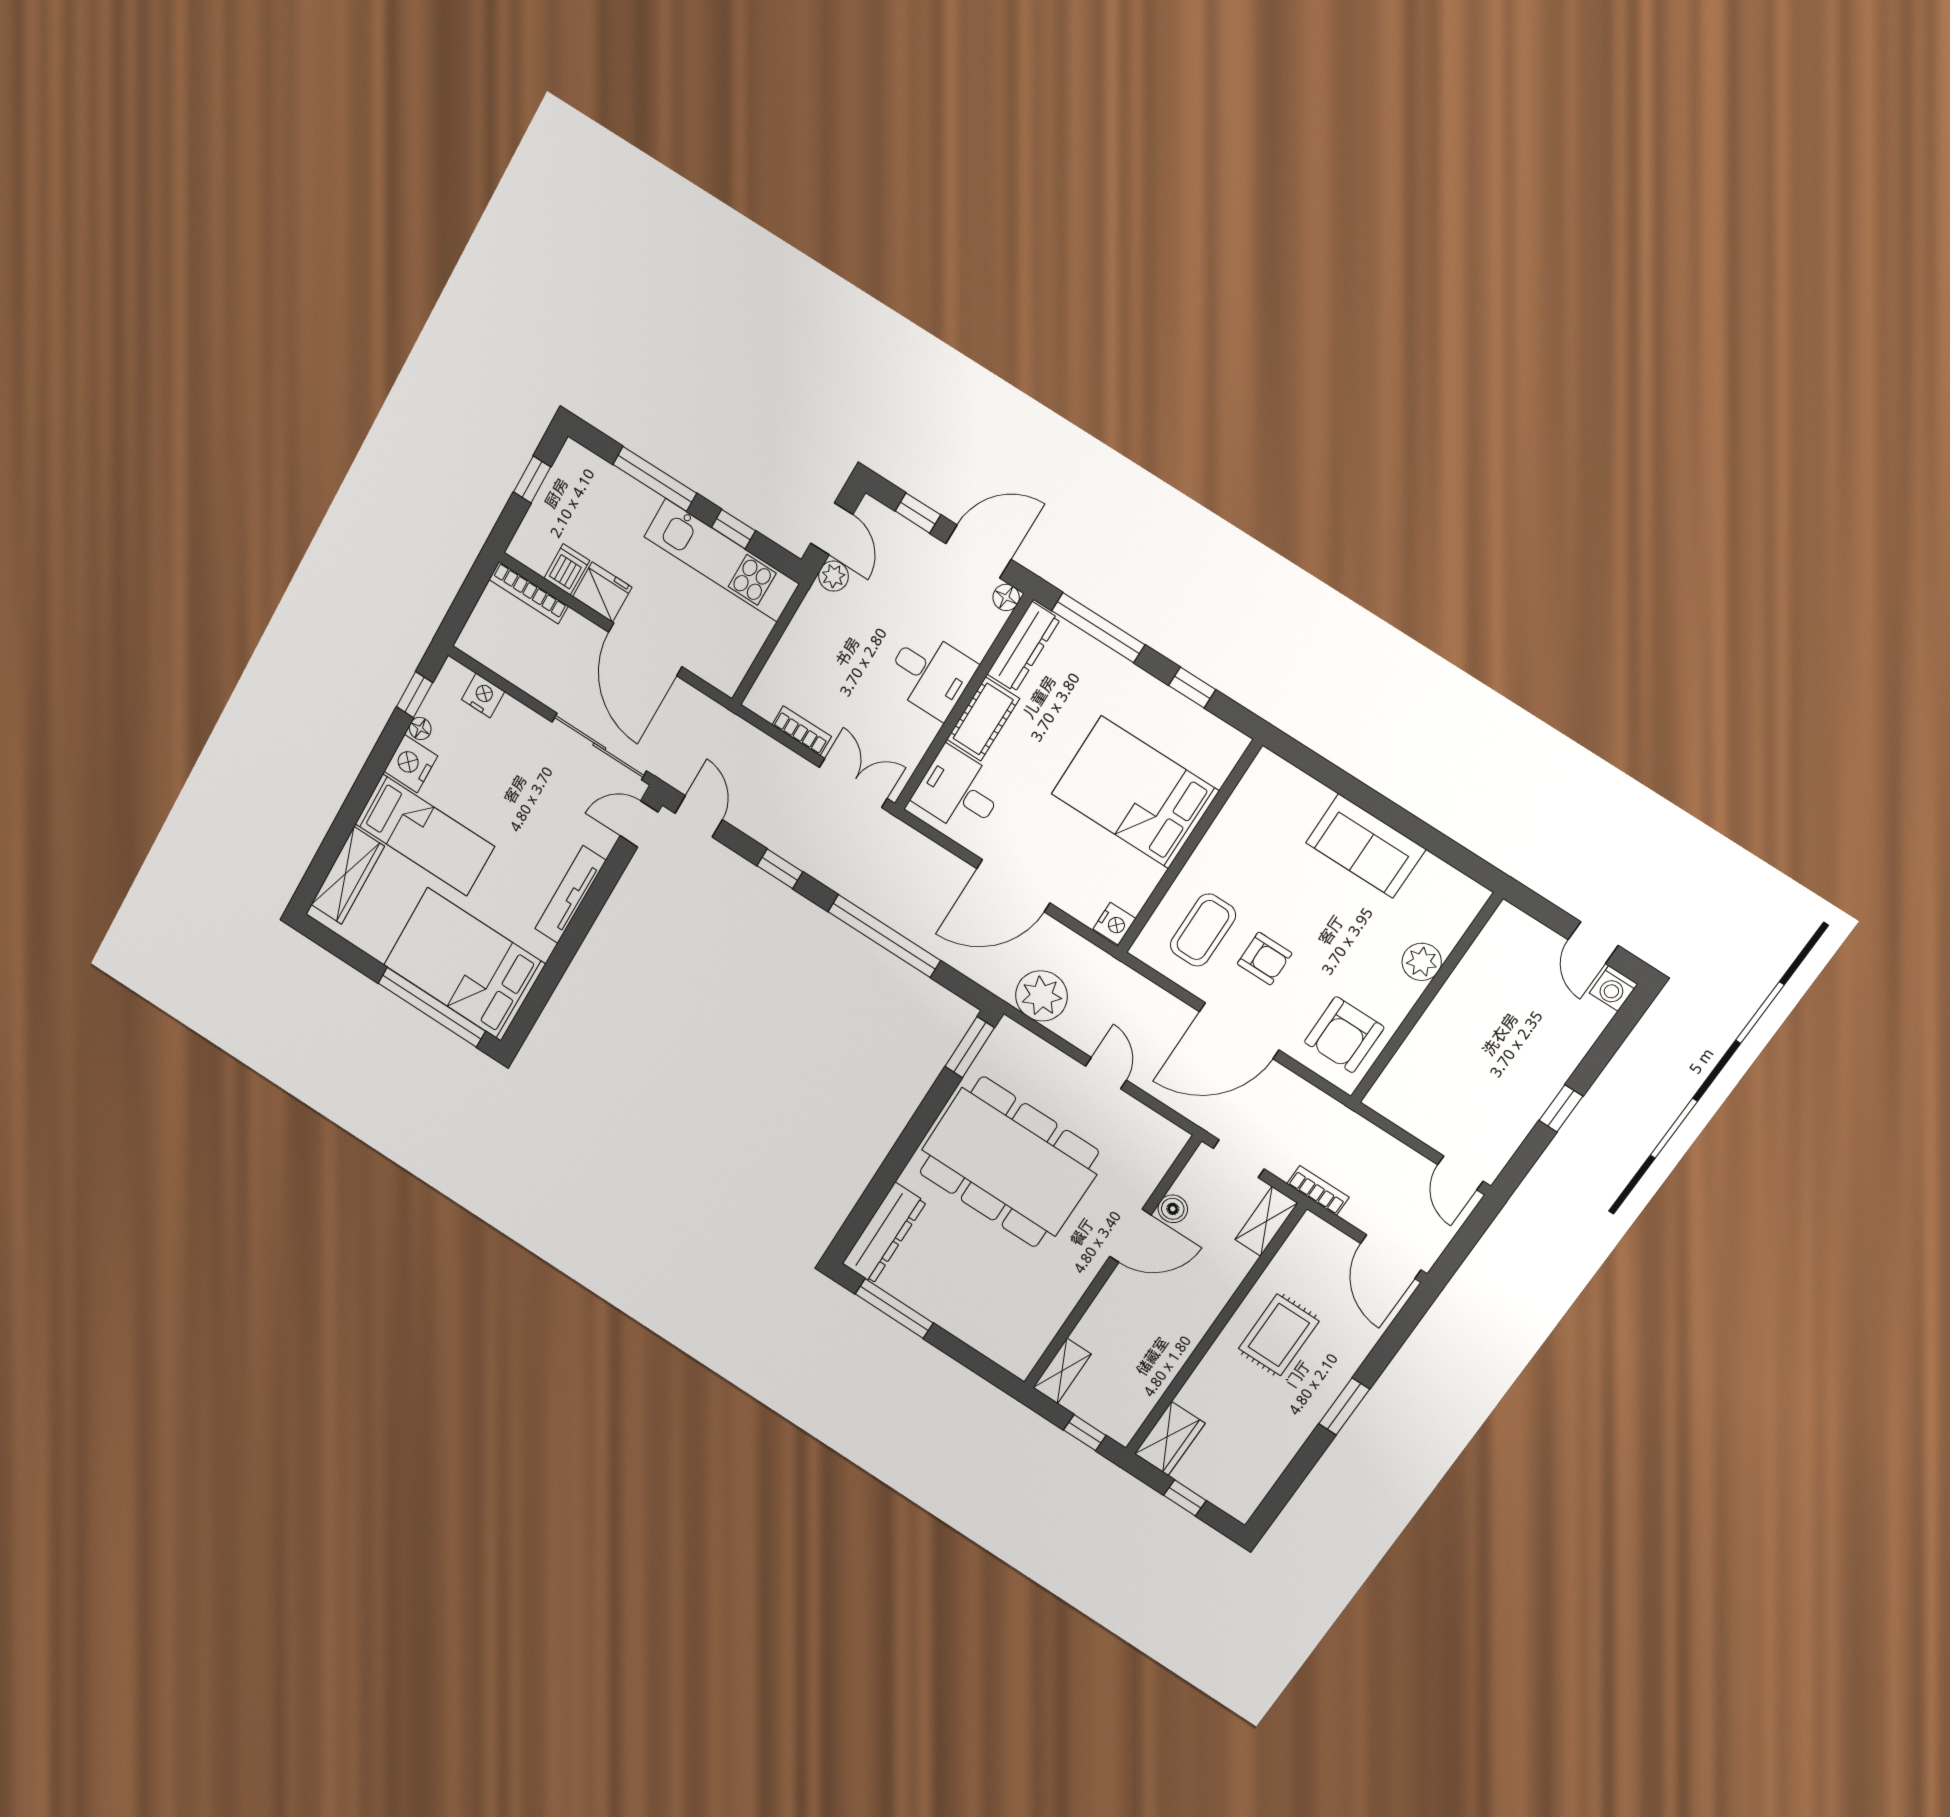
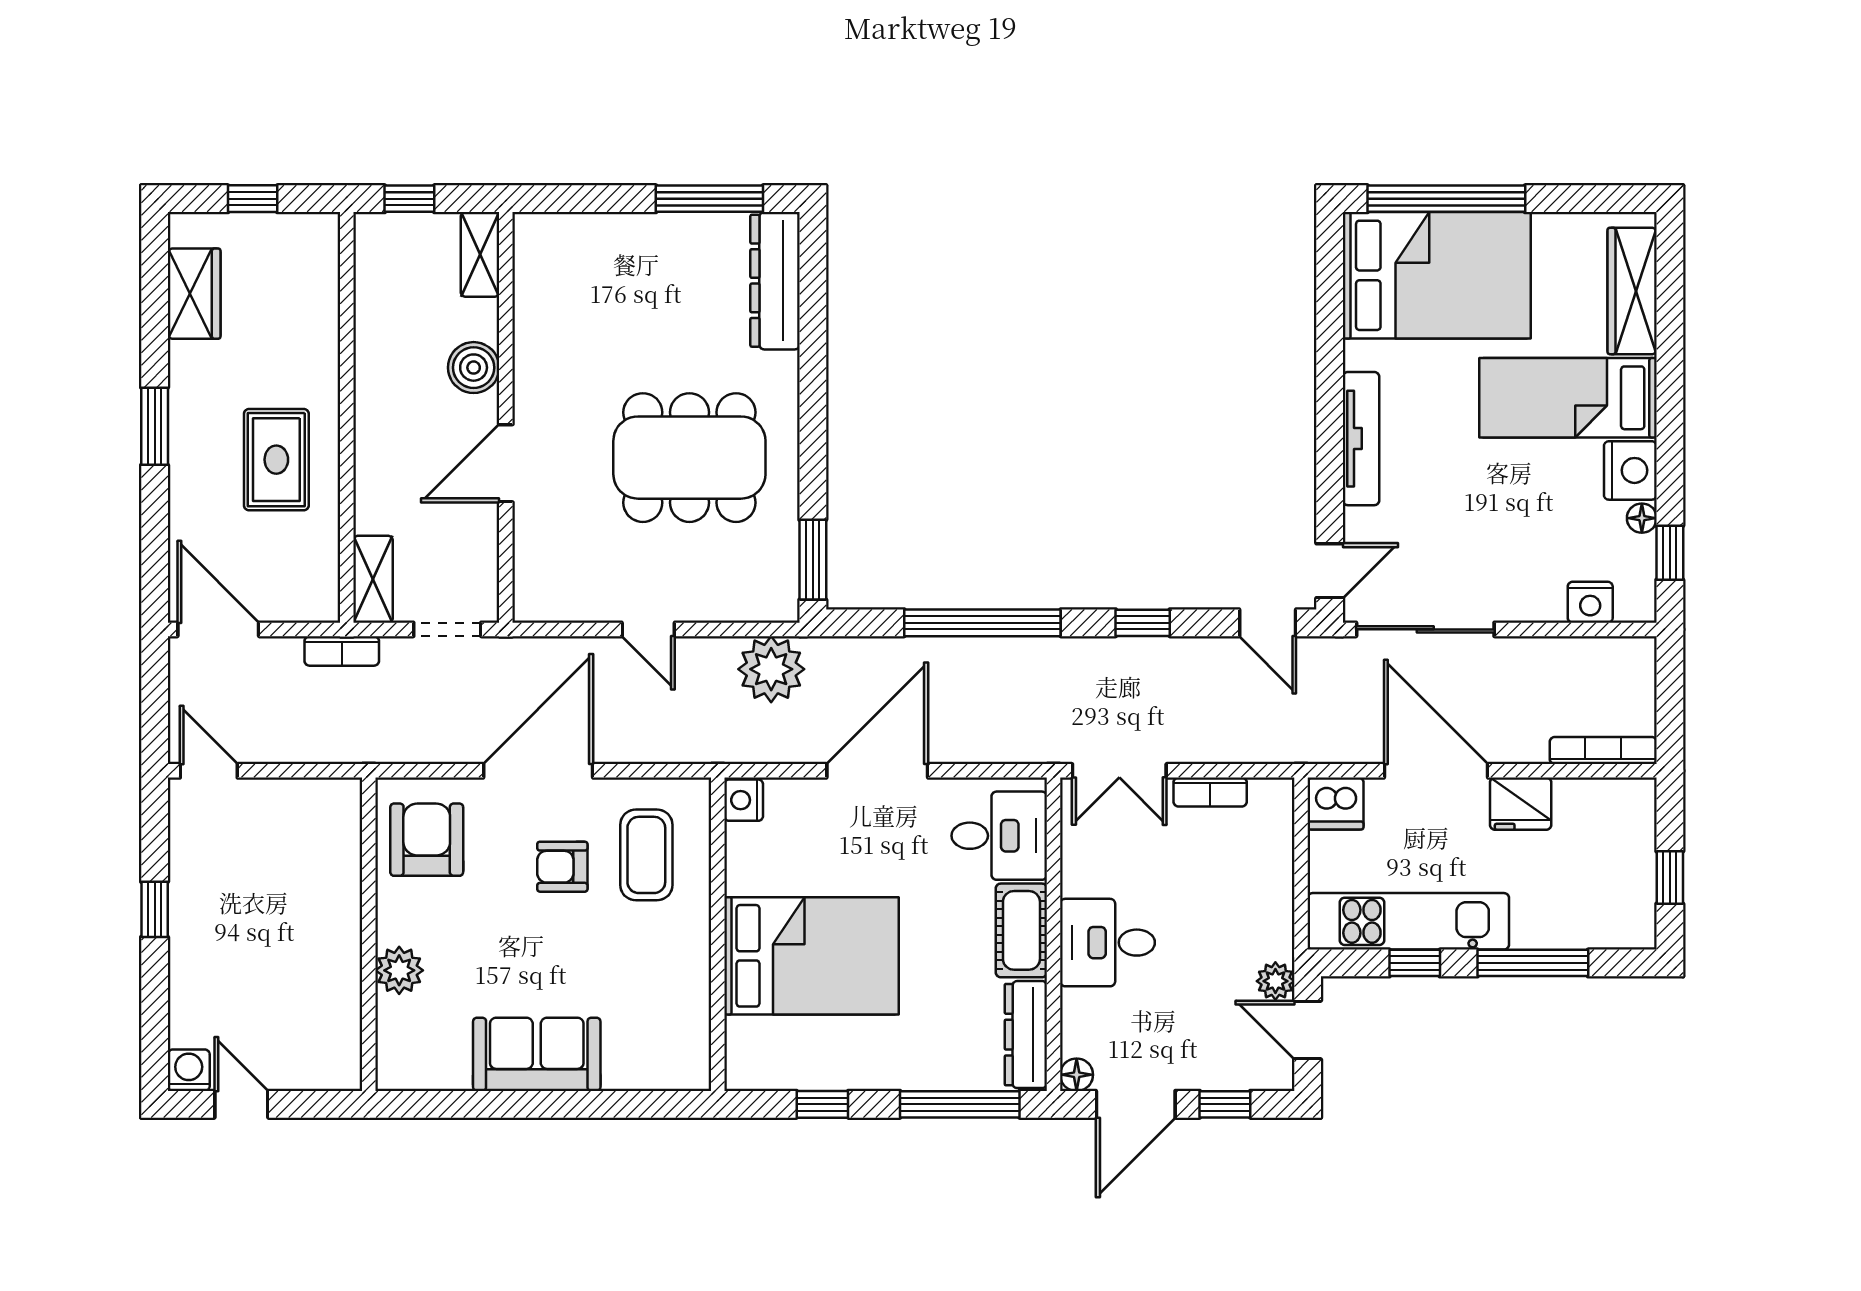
dishwasher: (567, 569) -> (1335, 804), moved, width x1.38
dining table: (1009, 1162) -> (689, 458), width x0.73, depth x0.80
boiler: (1173, 1209) -> (474, 368), moved, width x1.36, depth x1.36
wardrobe: (1170, 1439) -> (194, 294), moved, turned 180

